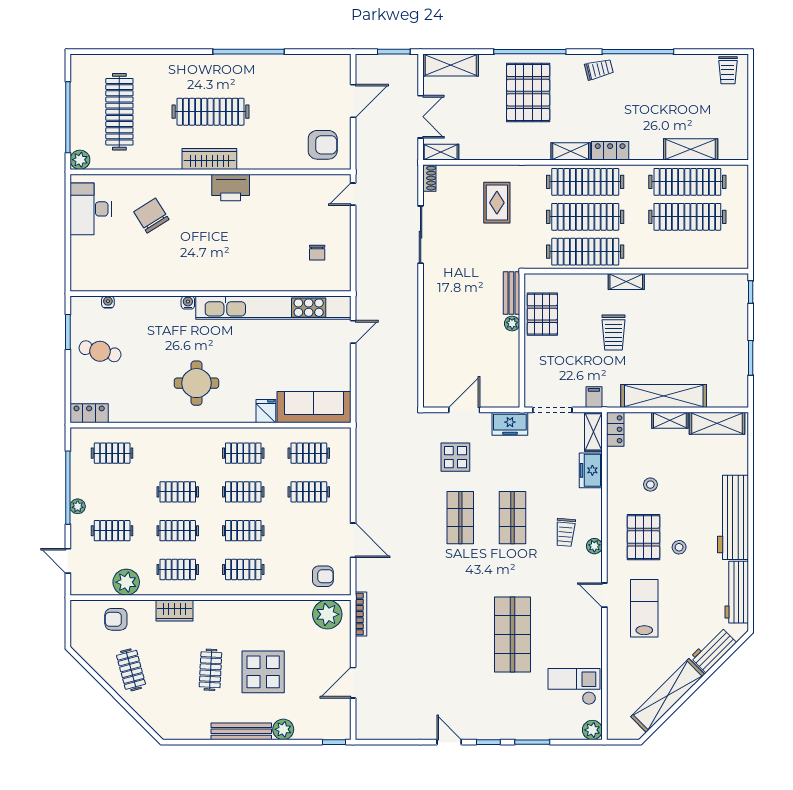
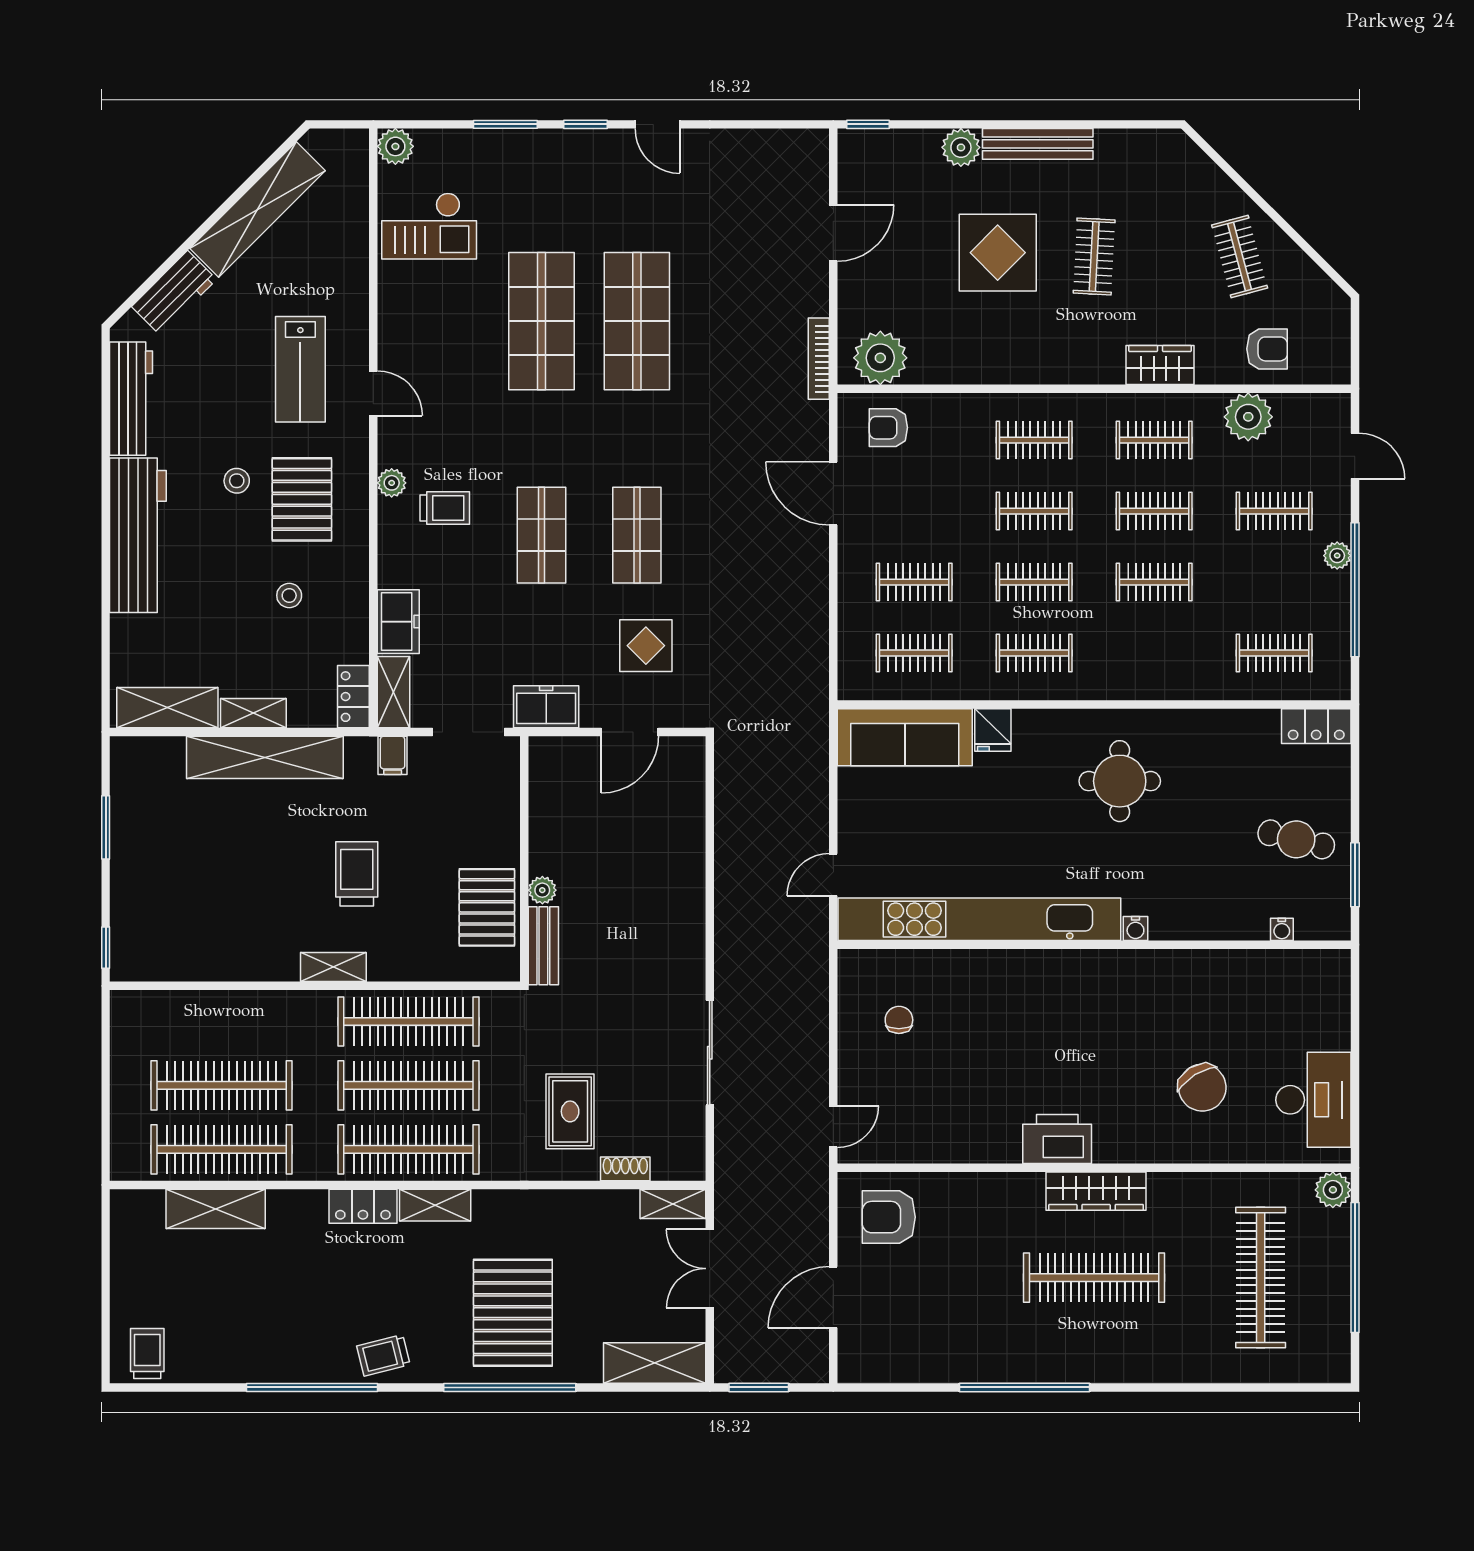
shoe rack: (429, 178) -> (625, 1169), moved, turned 90
trolley: (565, 532) -> (445, 508), turned 85
shop shelf: (460, 634) -> (637, 321), added

